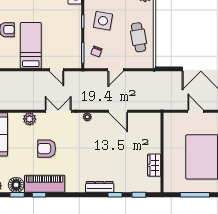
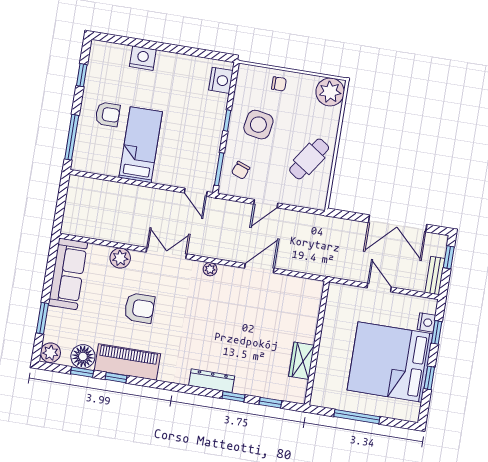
cafe table: (138, 37) -> (309, 159), turned 44
door: (56, 70) -> (196, 192), moved
door: (118, 111) -> (259, 268), swing flipped
armchair: (47, 149) -> (139, 308), turned 180

